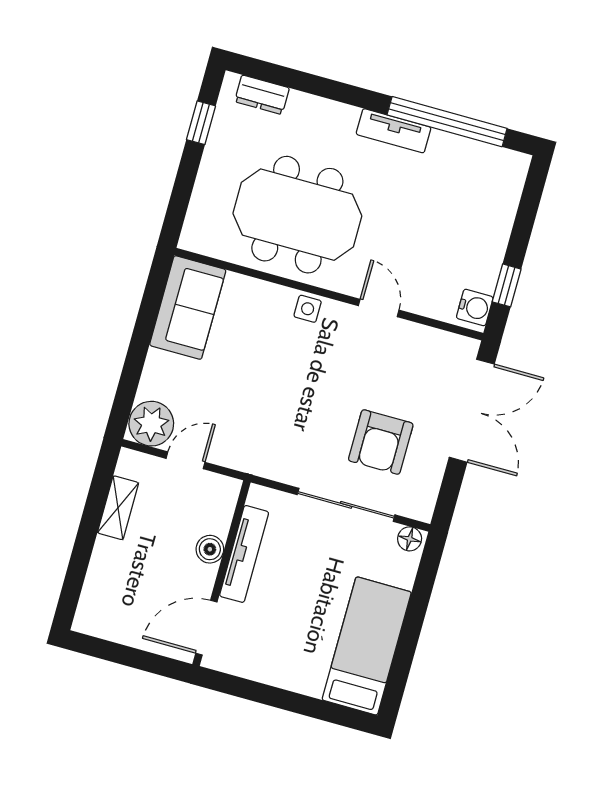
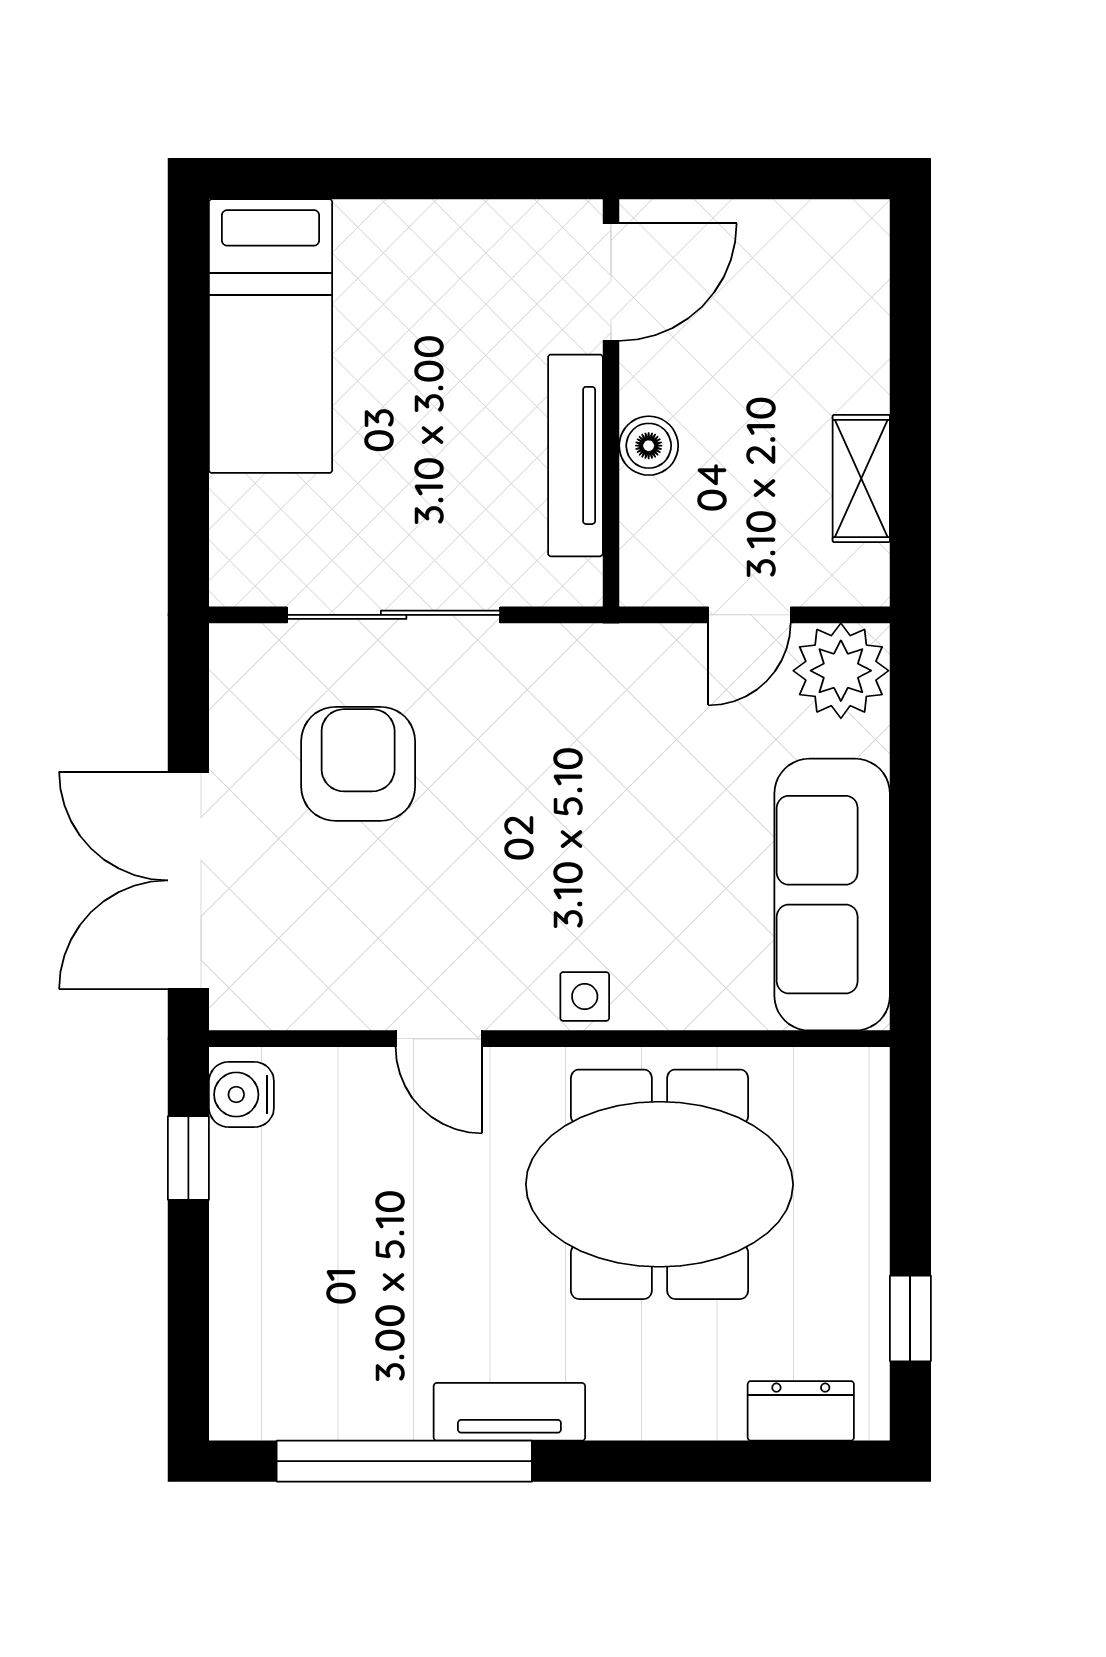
sofa: (188, 307) -> (832, 895), width x1.36
floor lamp: (410, 539) -> (243, 581), removed

